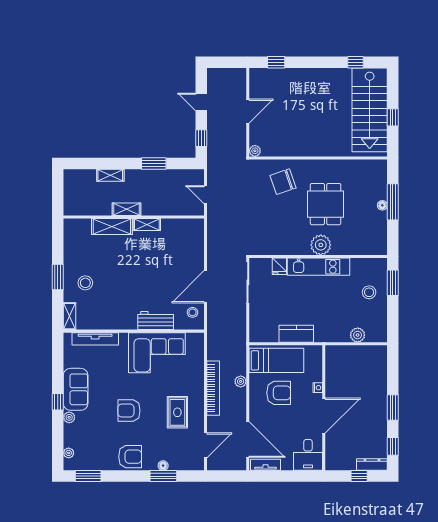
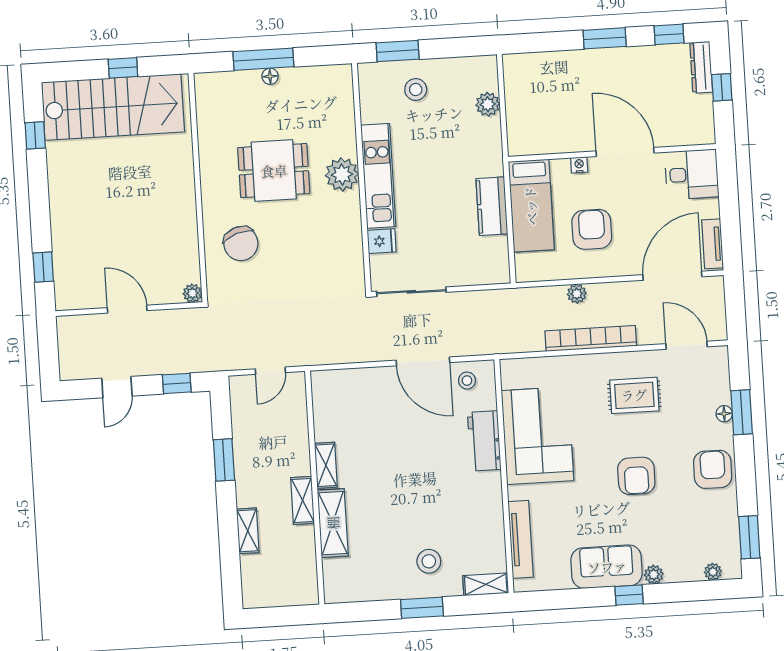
bed: (276, 360) -> (531, 206), moved, turned 180

